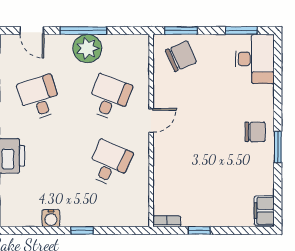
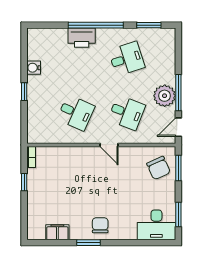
door: (32, 31) -> (178, 127), moved
chair: (255, 132) -> (100, 225), turned 180
filing cabinet: (264, 211) -> (57, 232), moved

